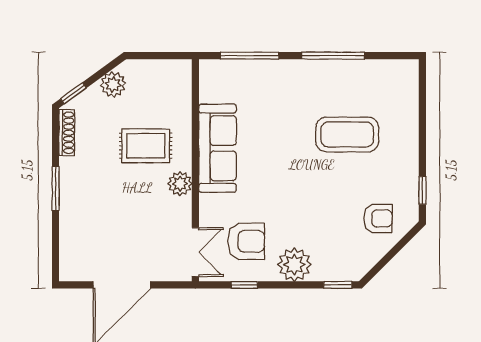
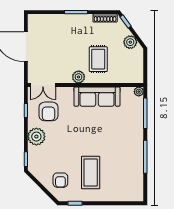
plant: (208, 68) -> (139, 92), added
coffee table: (347, 134) -> (91, 173), moved

